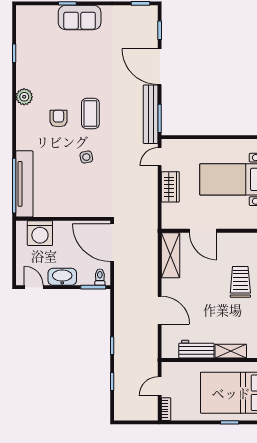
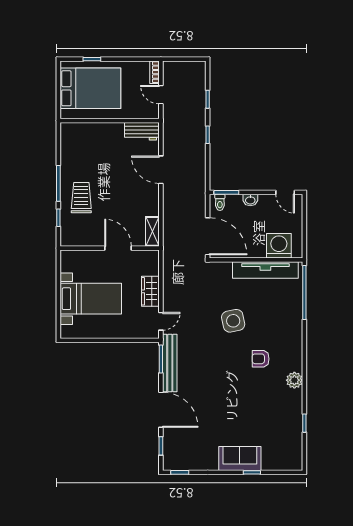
coffee table: (90, 113) -> (229, 364), removed
armchair: (58, 118) -> (261, 359), turned 90
side table: (86, 157) -> (233, 321), width x1.87, depth x1.87
tv unit: (24, 184) -> (265, 270), moved, turned -90
shelving: (171, 255) -> (152, 231), width x0.67, depth x0.75
washbasin: (62, 277) -> (250, 200), width x0.52, depth x0.69
trolley: (240, 282) -> (81, 198), turned 180
workbench: (196, 349) -> (142, 131), moved
shelving: (231, 351) -> (91, 129), removed
door: (160, 386) -> (161, 95), swing flipped

